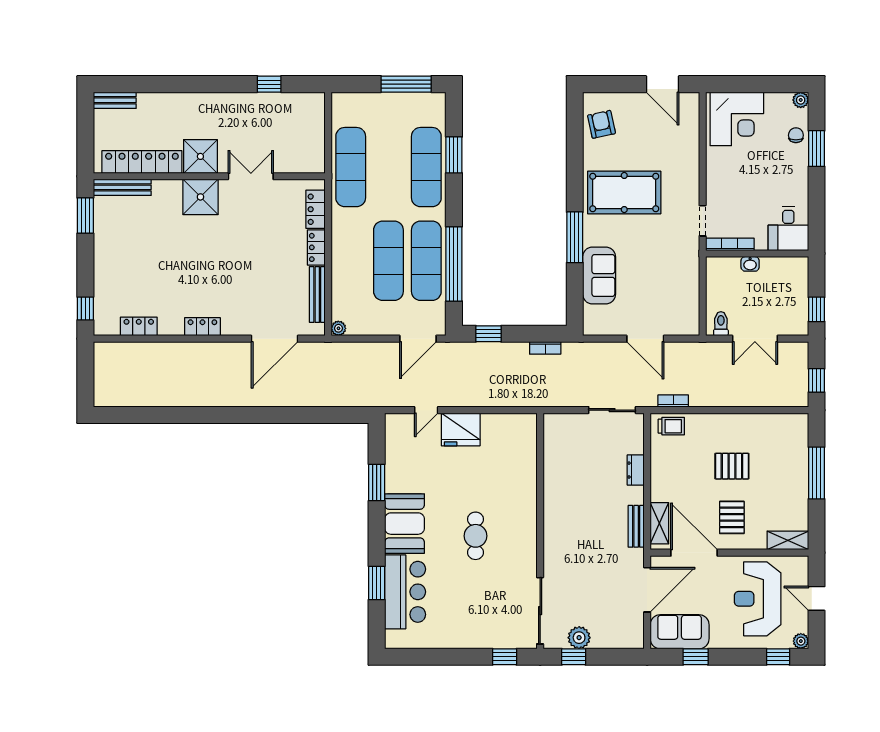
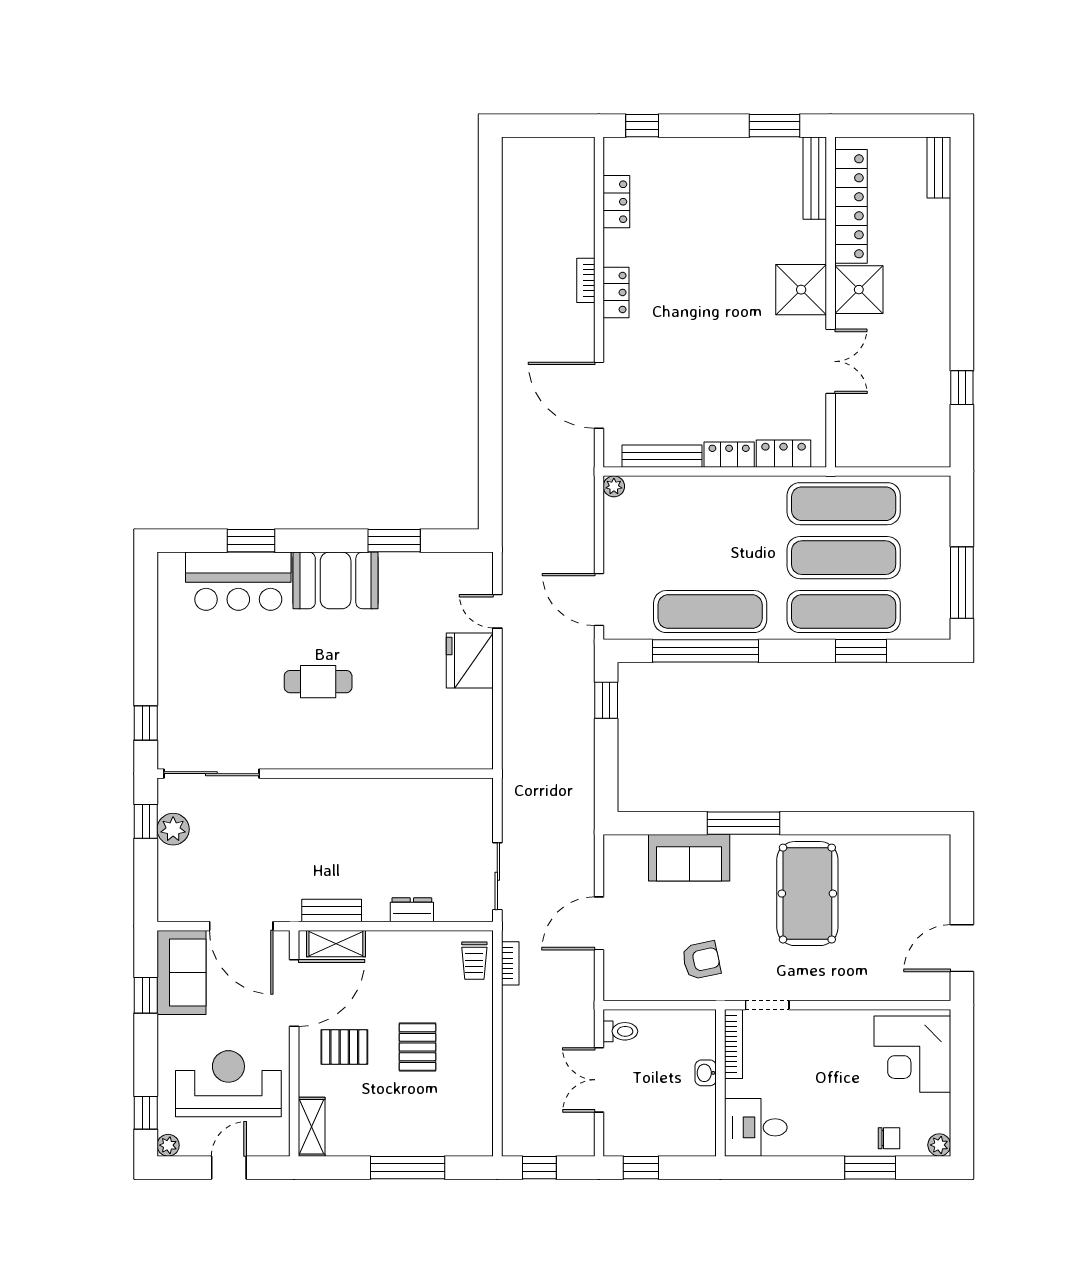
armchair: (601, 124) -> (701, 960), moved
exercise mat: (388, 261) -> (844, 558), moved
bookcase: (545, 348) -> (586, 280), moved

